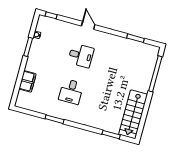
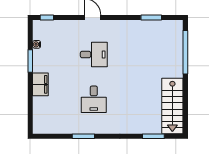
filing cabinet: (28, 81) -> (40, 84), moved

